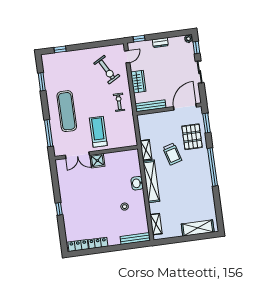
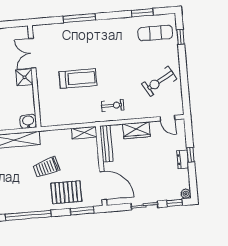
window: (139, 39) -> (191, 155), moved
exercise bike: (107, 70) -> (159, 81), moved
exercise mat: (67, 111) -> (155, 33), moved, width x0.73, depth x0.69
shelving: (146, 150) -> (84, 133), moved
wall: (96, 153) -> (34, 76), moved
double door: (77, 155) -> (32, 53), moved
shower: (97, 161) -> (24, 77), moved
washbasin: (137, 183) -> (28, 121), moved

